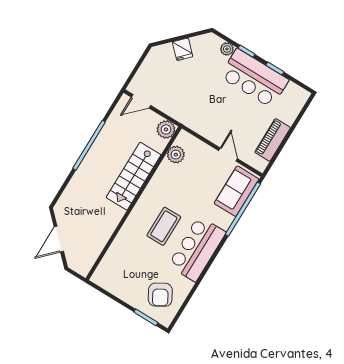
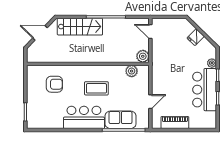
stairs: (134, 176) -> (80, 27), moved, turned 180
sofa: (237, 191) -> (121, 120), moved
coffee table: (164, 226) -> (96, 88), moved
armchair: (160, 295) -> (54, 84), moved, turned -150

